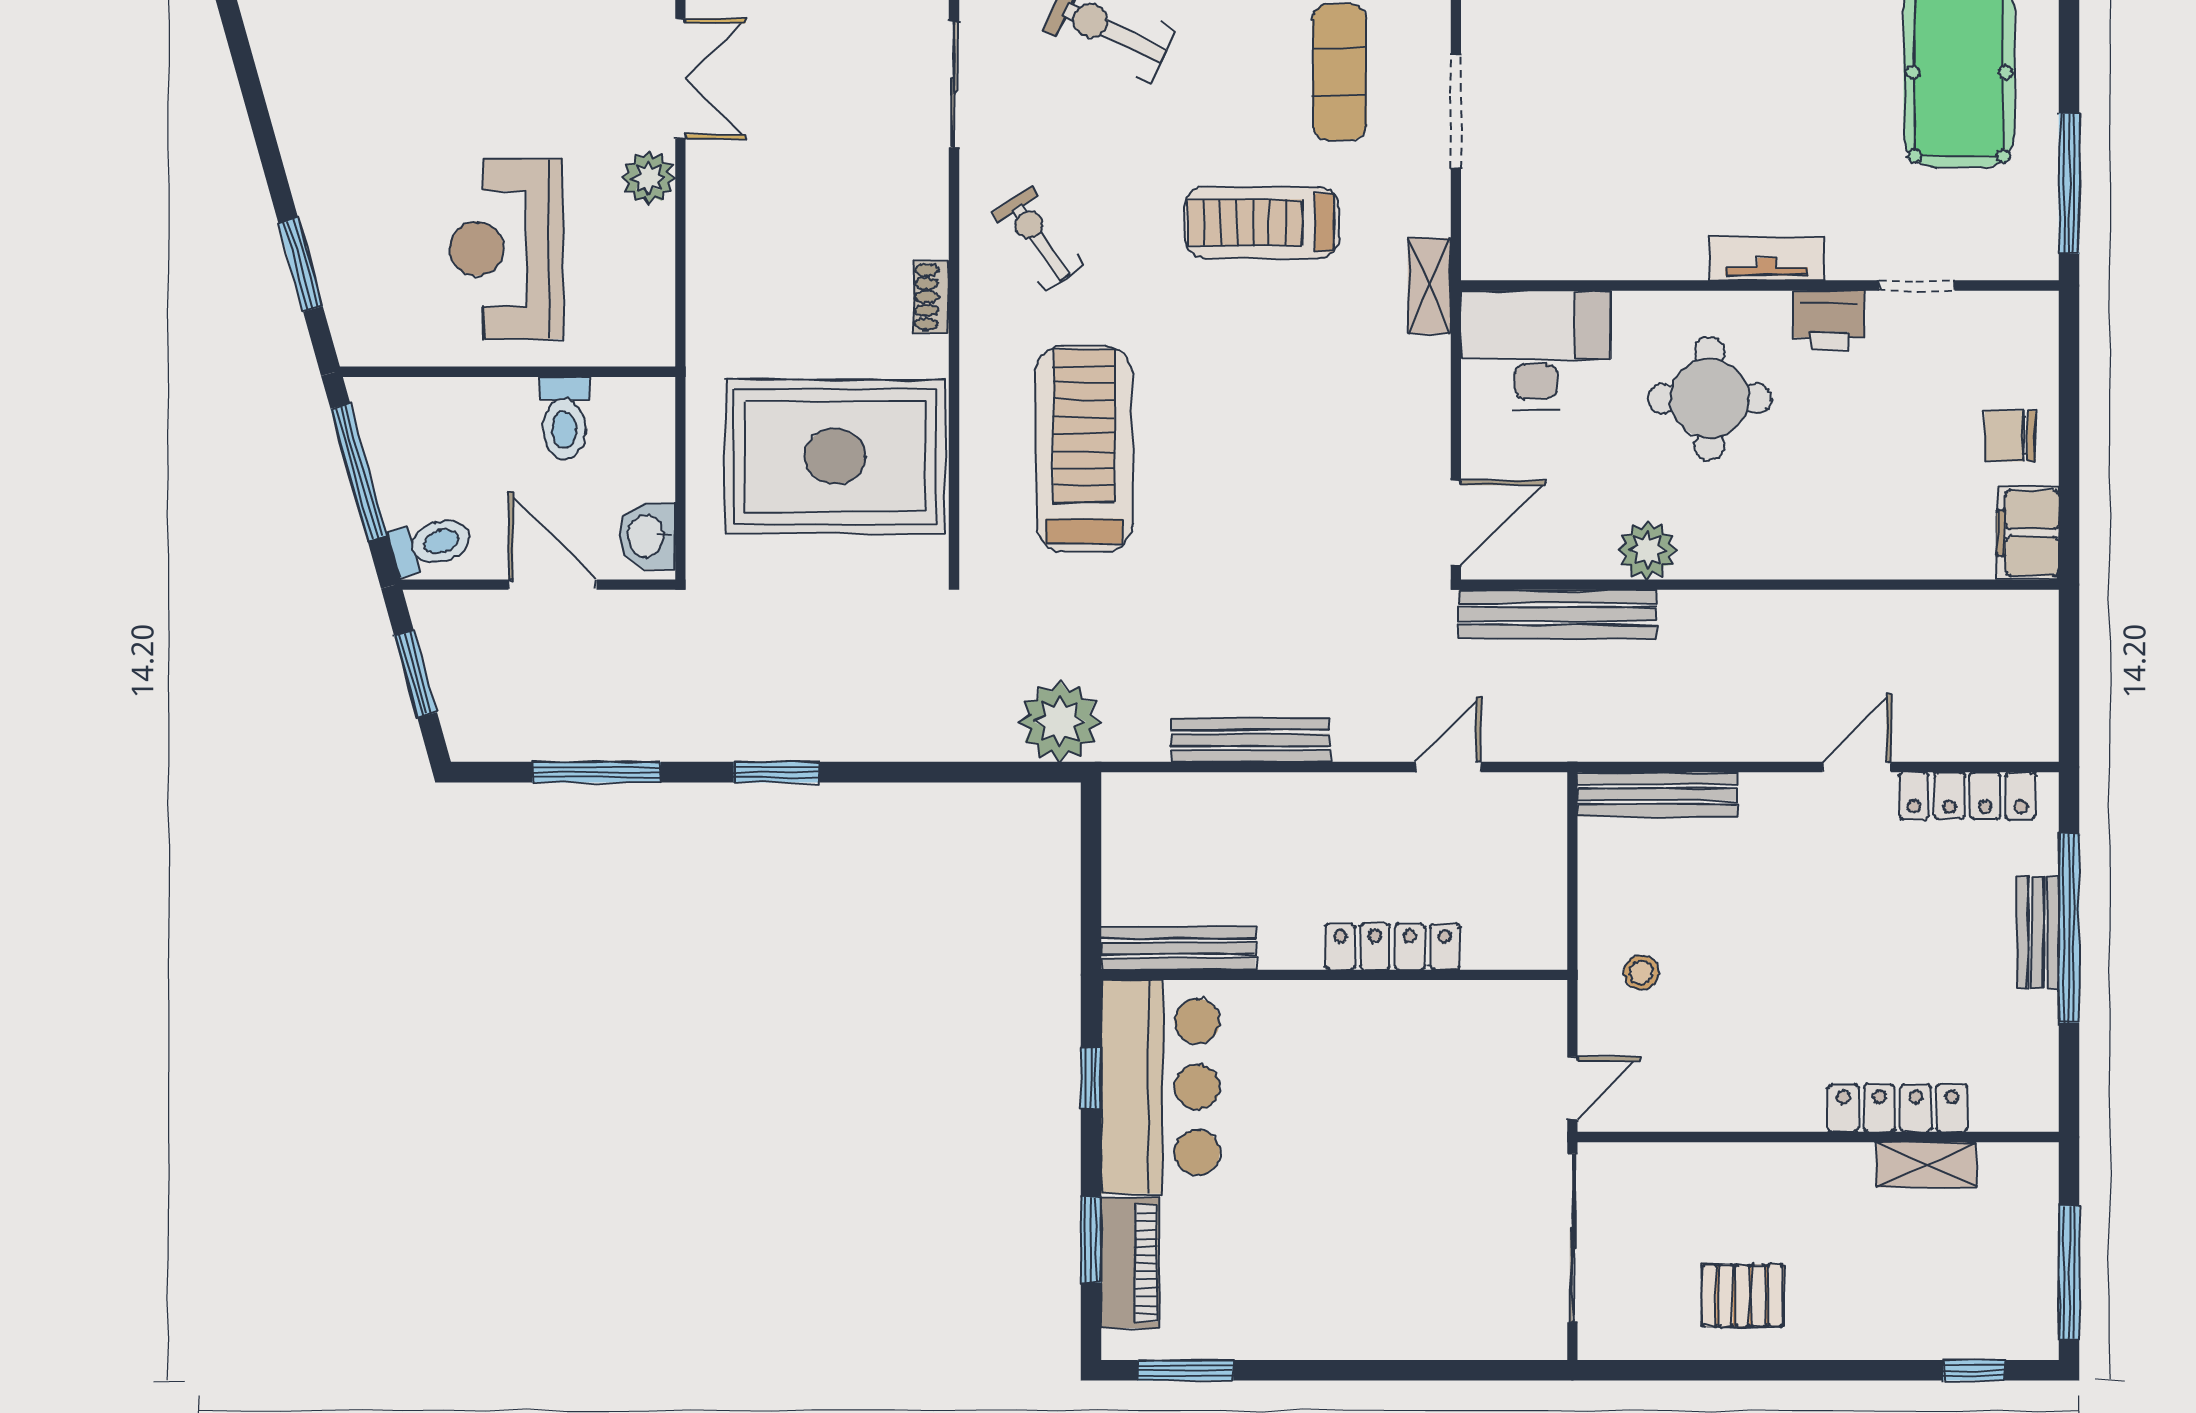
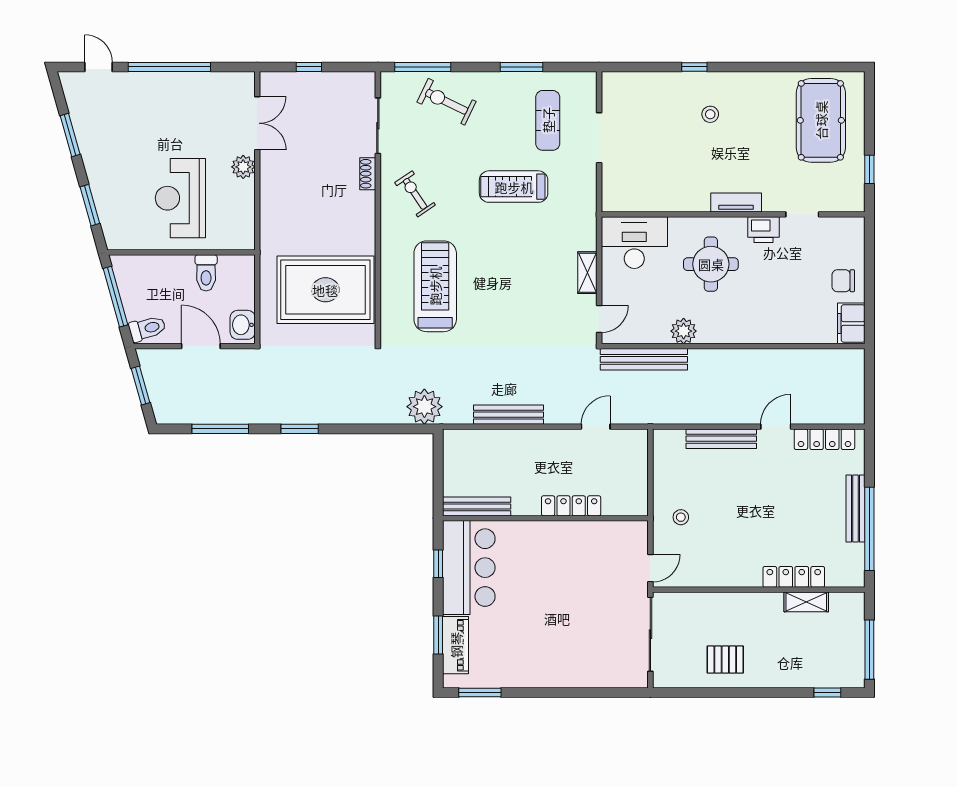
stool: (1708, 58) -> (710, 114), added
window: (256, 105) -> (70, 135), added
window: (2069, 184) -> (869, 169), width x0.46
shelving: (1429, 286) -> (587, 273), moved
shoe rack: (931, 297) -> (368, 174), moved
door: (1456, 523) -> (599, 319), width x0.73
bench: (1657, 794) -> (721, 439), moved
window: (2069, 928) -> (869, 529), moved
bench: (2038, 932) -> (855, 508), width x1.36

